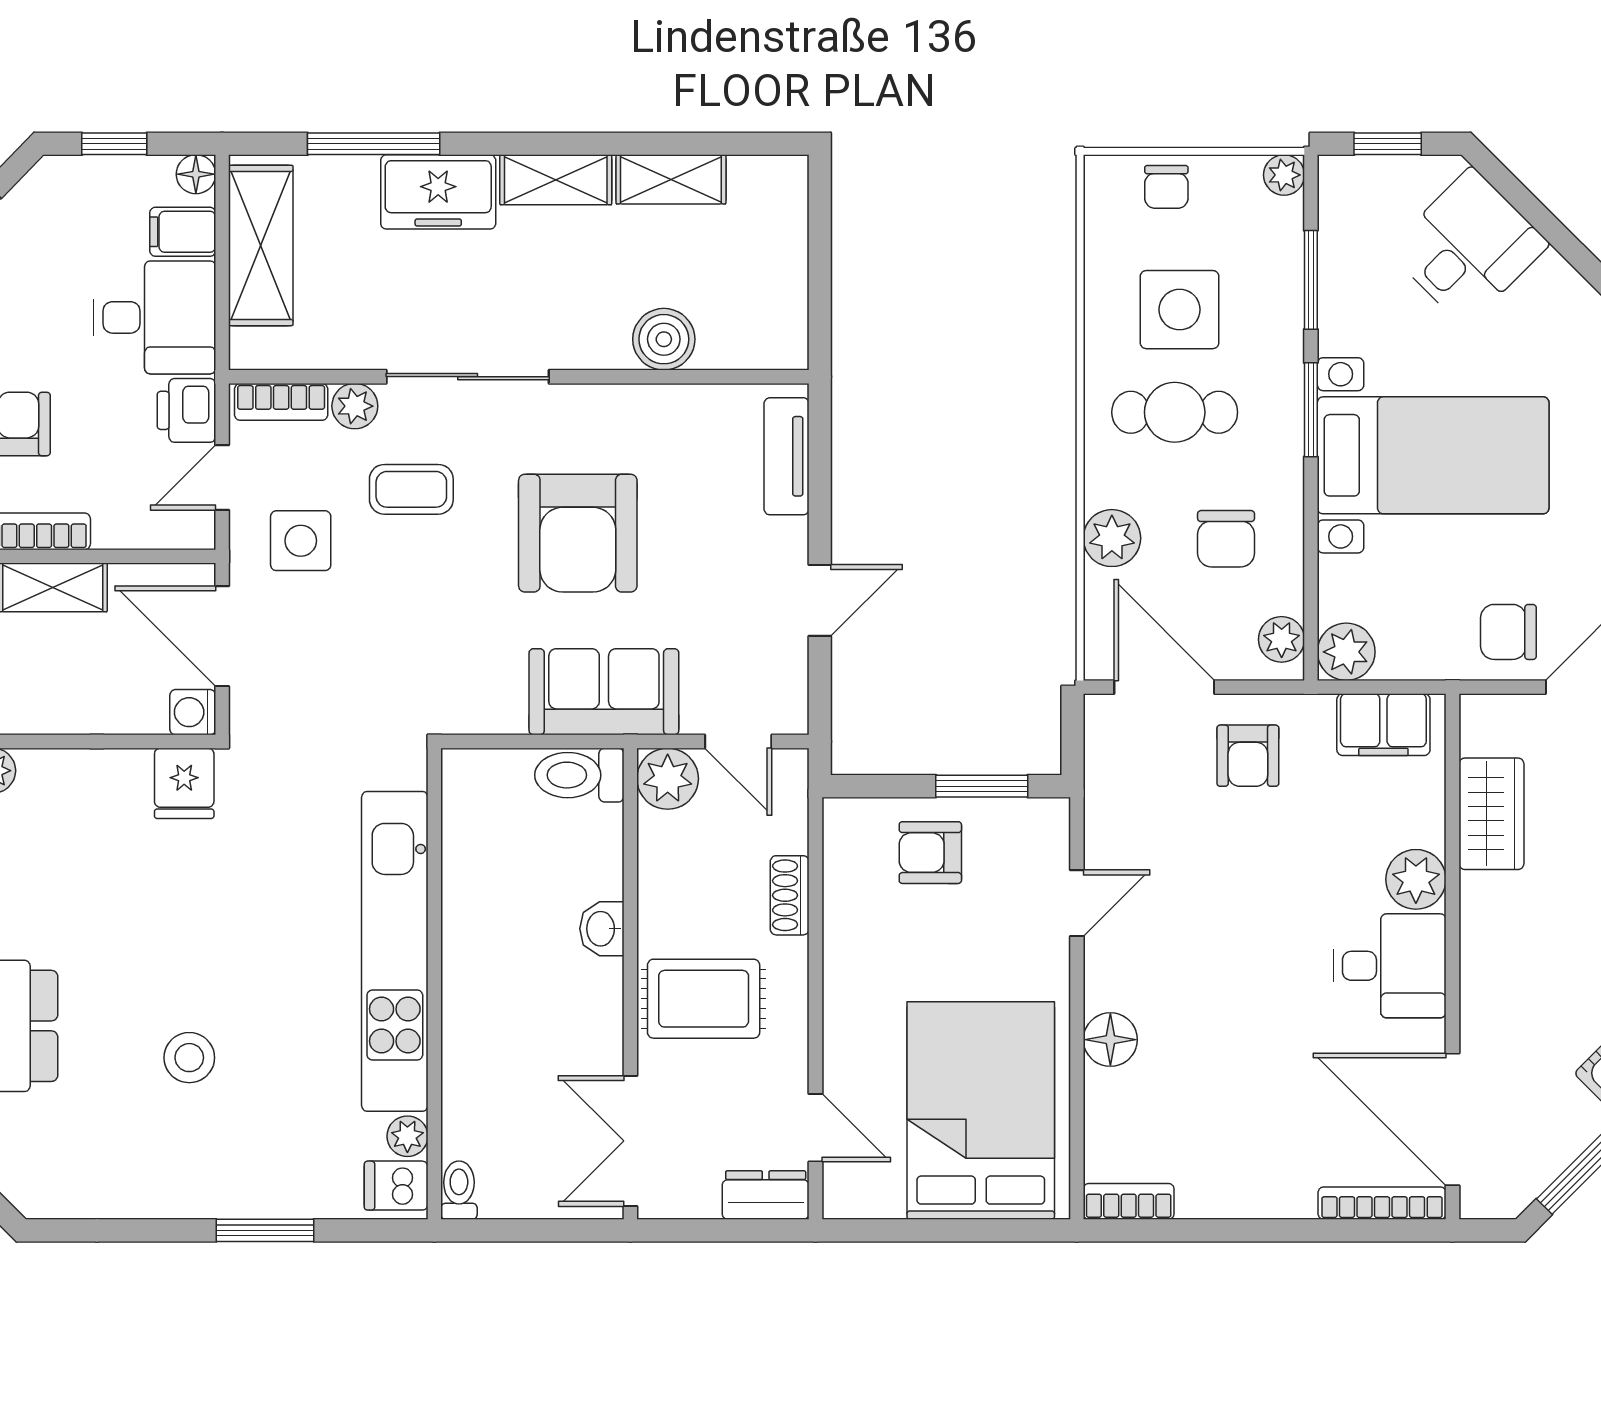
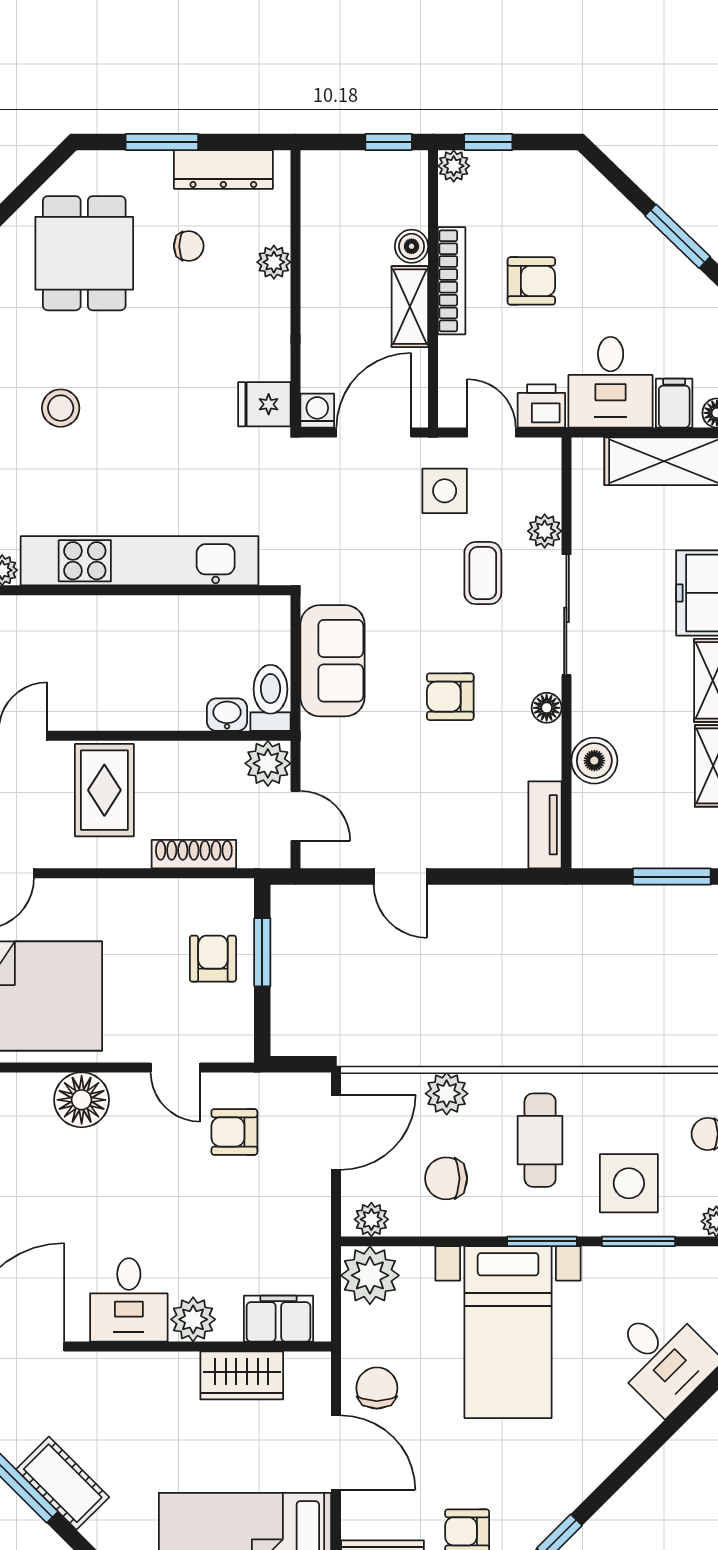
window: (820, 235) -> (672, 877), added
side table: (1180, 310) -> (629, 1183), moved
bookcase: (281, 402) -> (548, 476), removed
floor lamp: (593, 403) -> (547, 708), added
tv unit: (787, 456) -> (545, 825), moved, turned -90
armchair: (578, 533) -> (450, 697), width x0.53, depth x0.53
plant: (1346, 652) -> (370, 1275), width x1.36, depth x1.36
sofa: (604, 692) -> (332, 661), moved
filing cabinet: (1383, 725) -> (278, 1319), moved, turned 90
door: (738, 741) -> (295, 816), swing flipped
armchair: (1248, 756) -> (234, 1132), moved
window: (982, 786) -> (262, 952), moved
shoe rack: (790, 895) -> (194, 854), width x1.43
washbasin: (602, 929) -> (227, 715), moved
floor lamp: (1110, 1040) -> (82, 1100), width x1.38, depth x1.38

